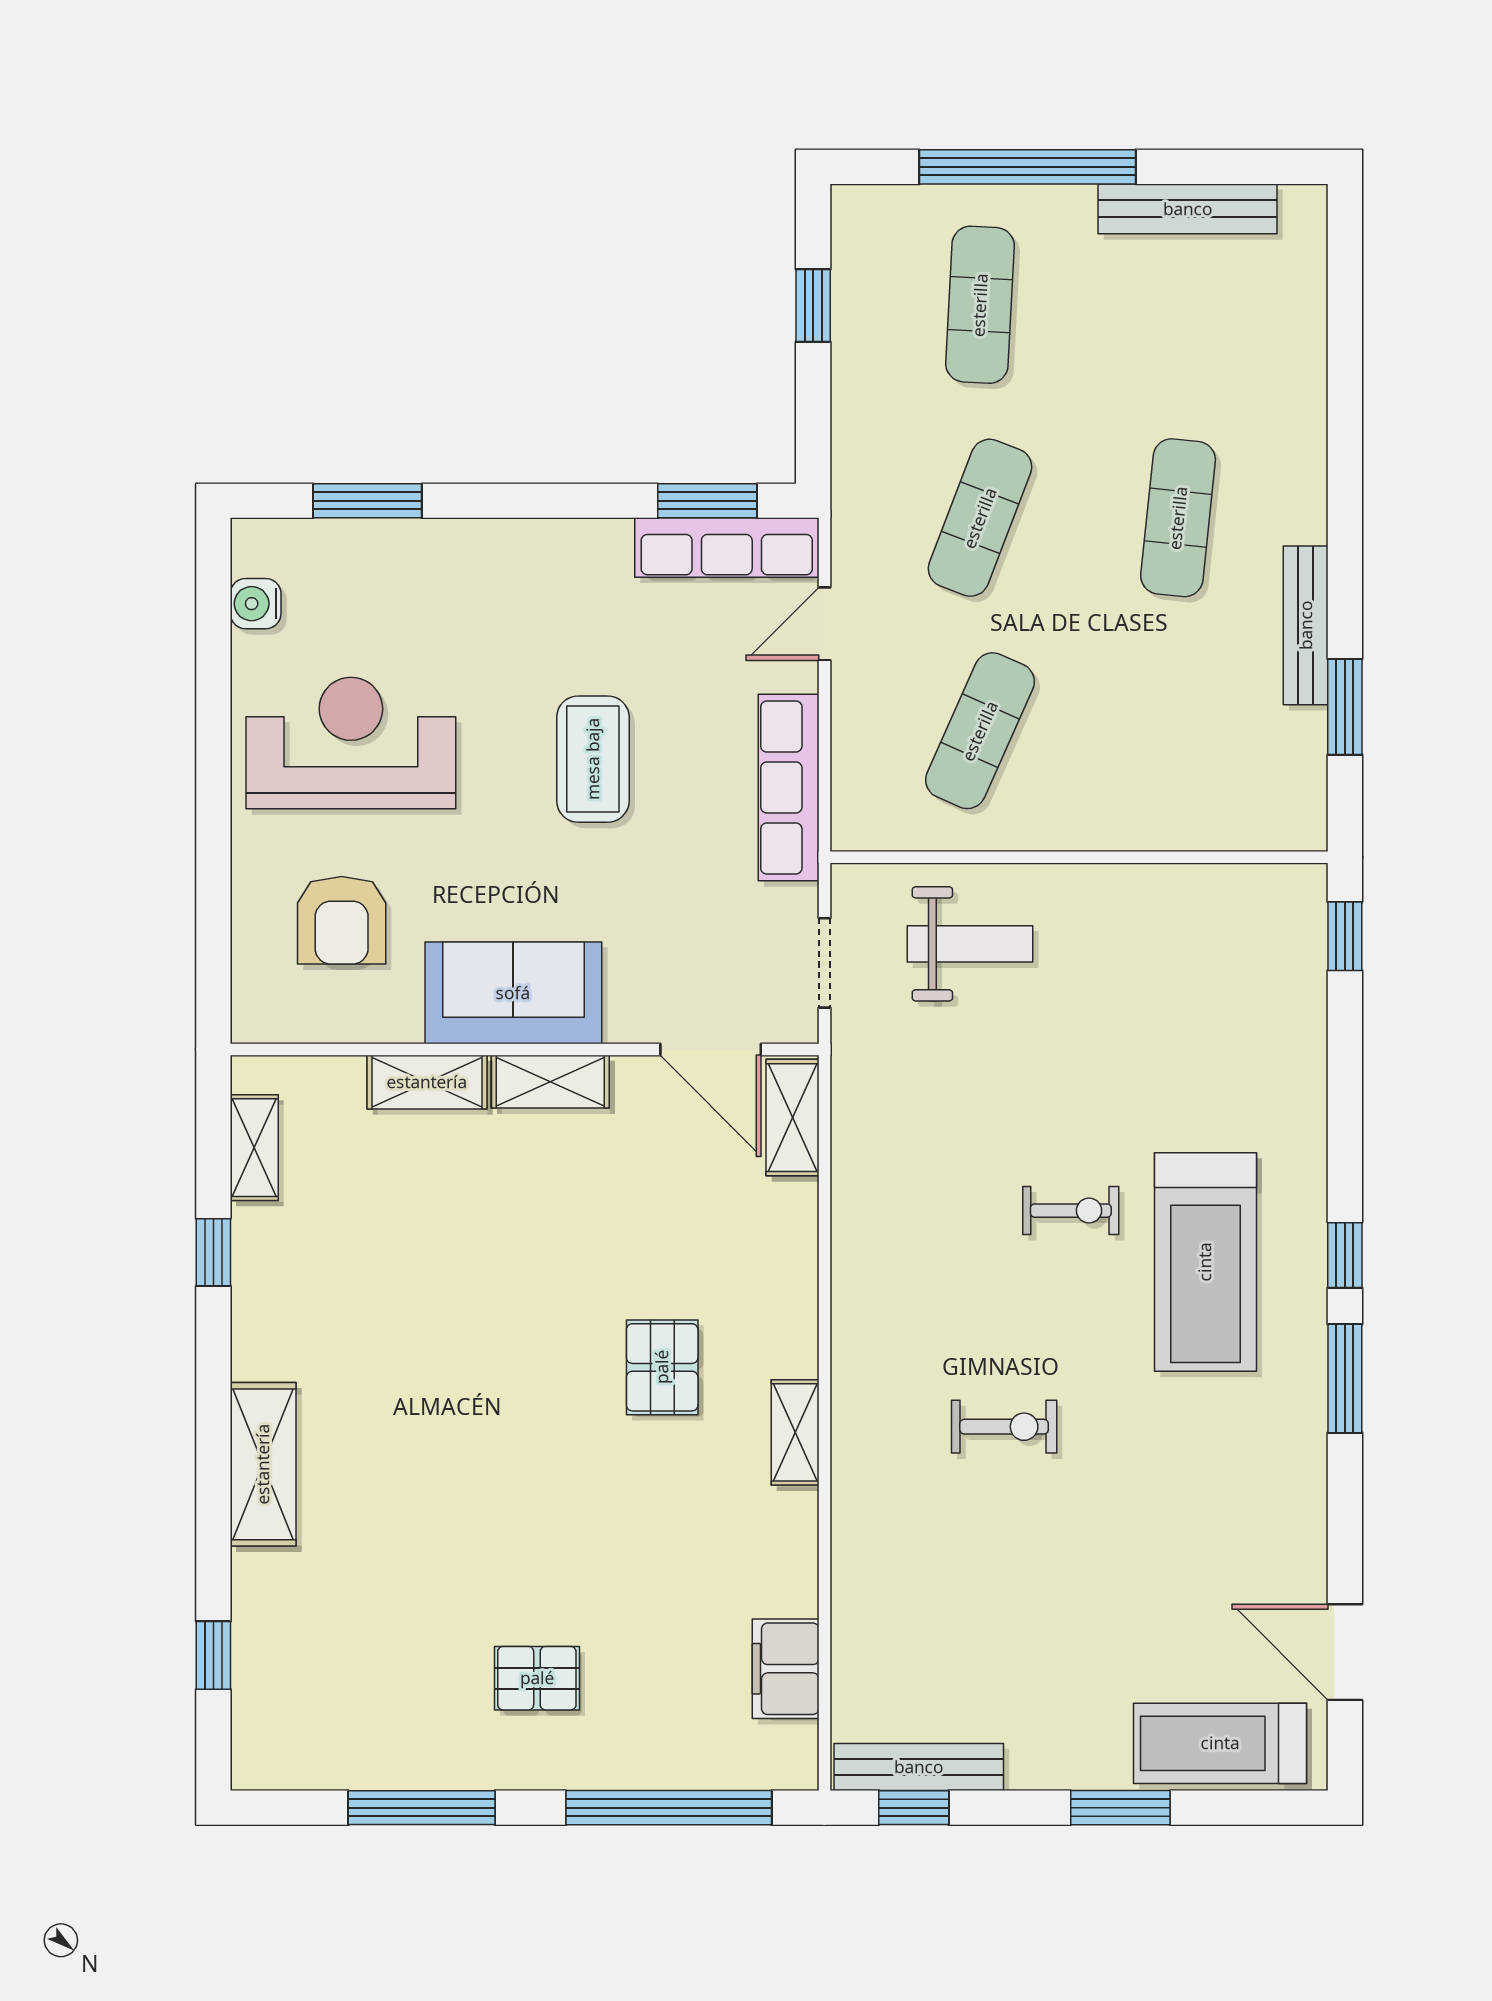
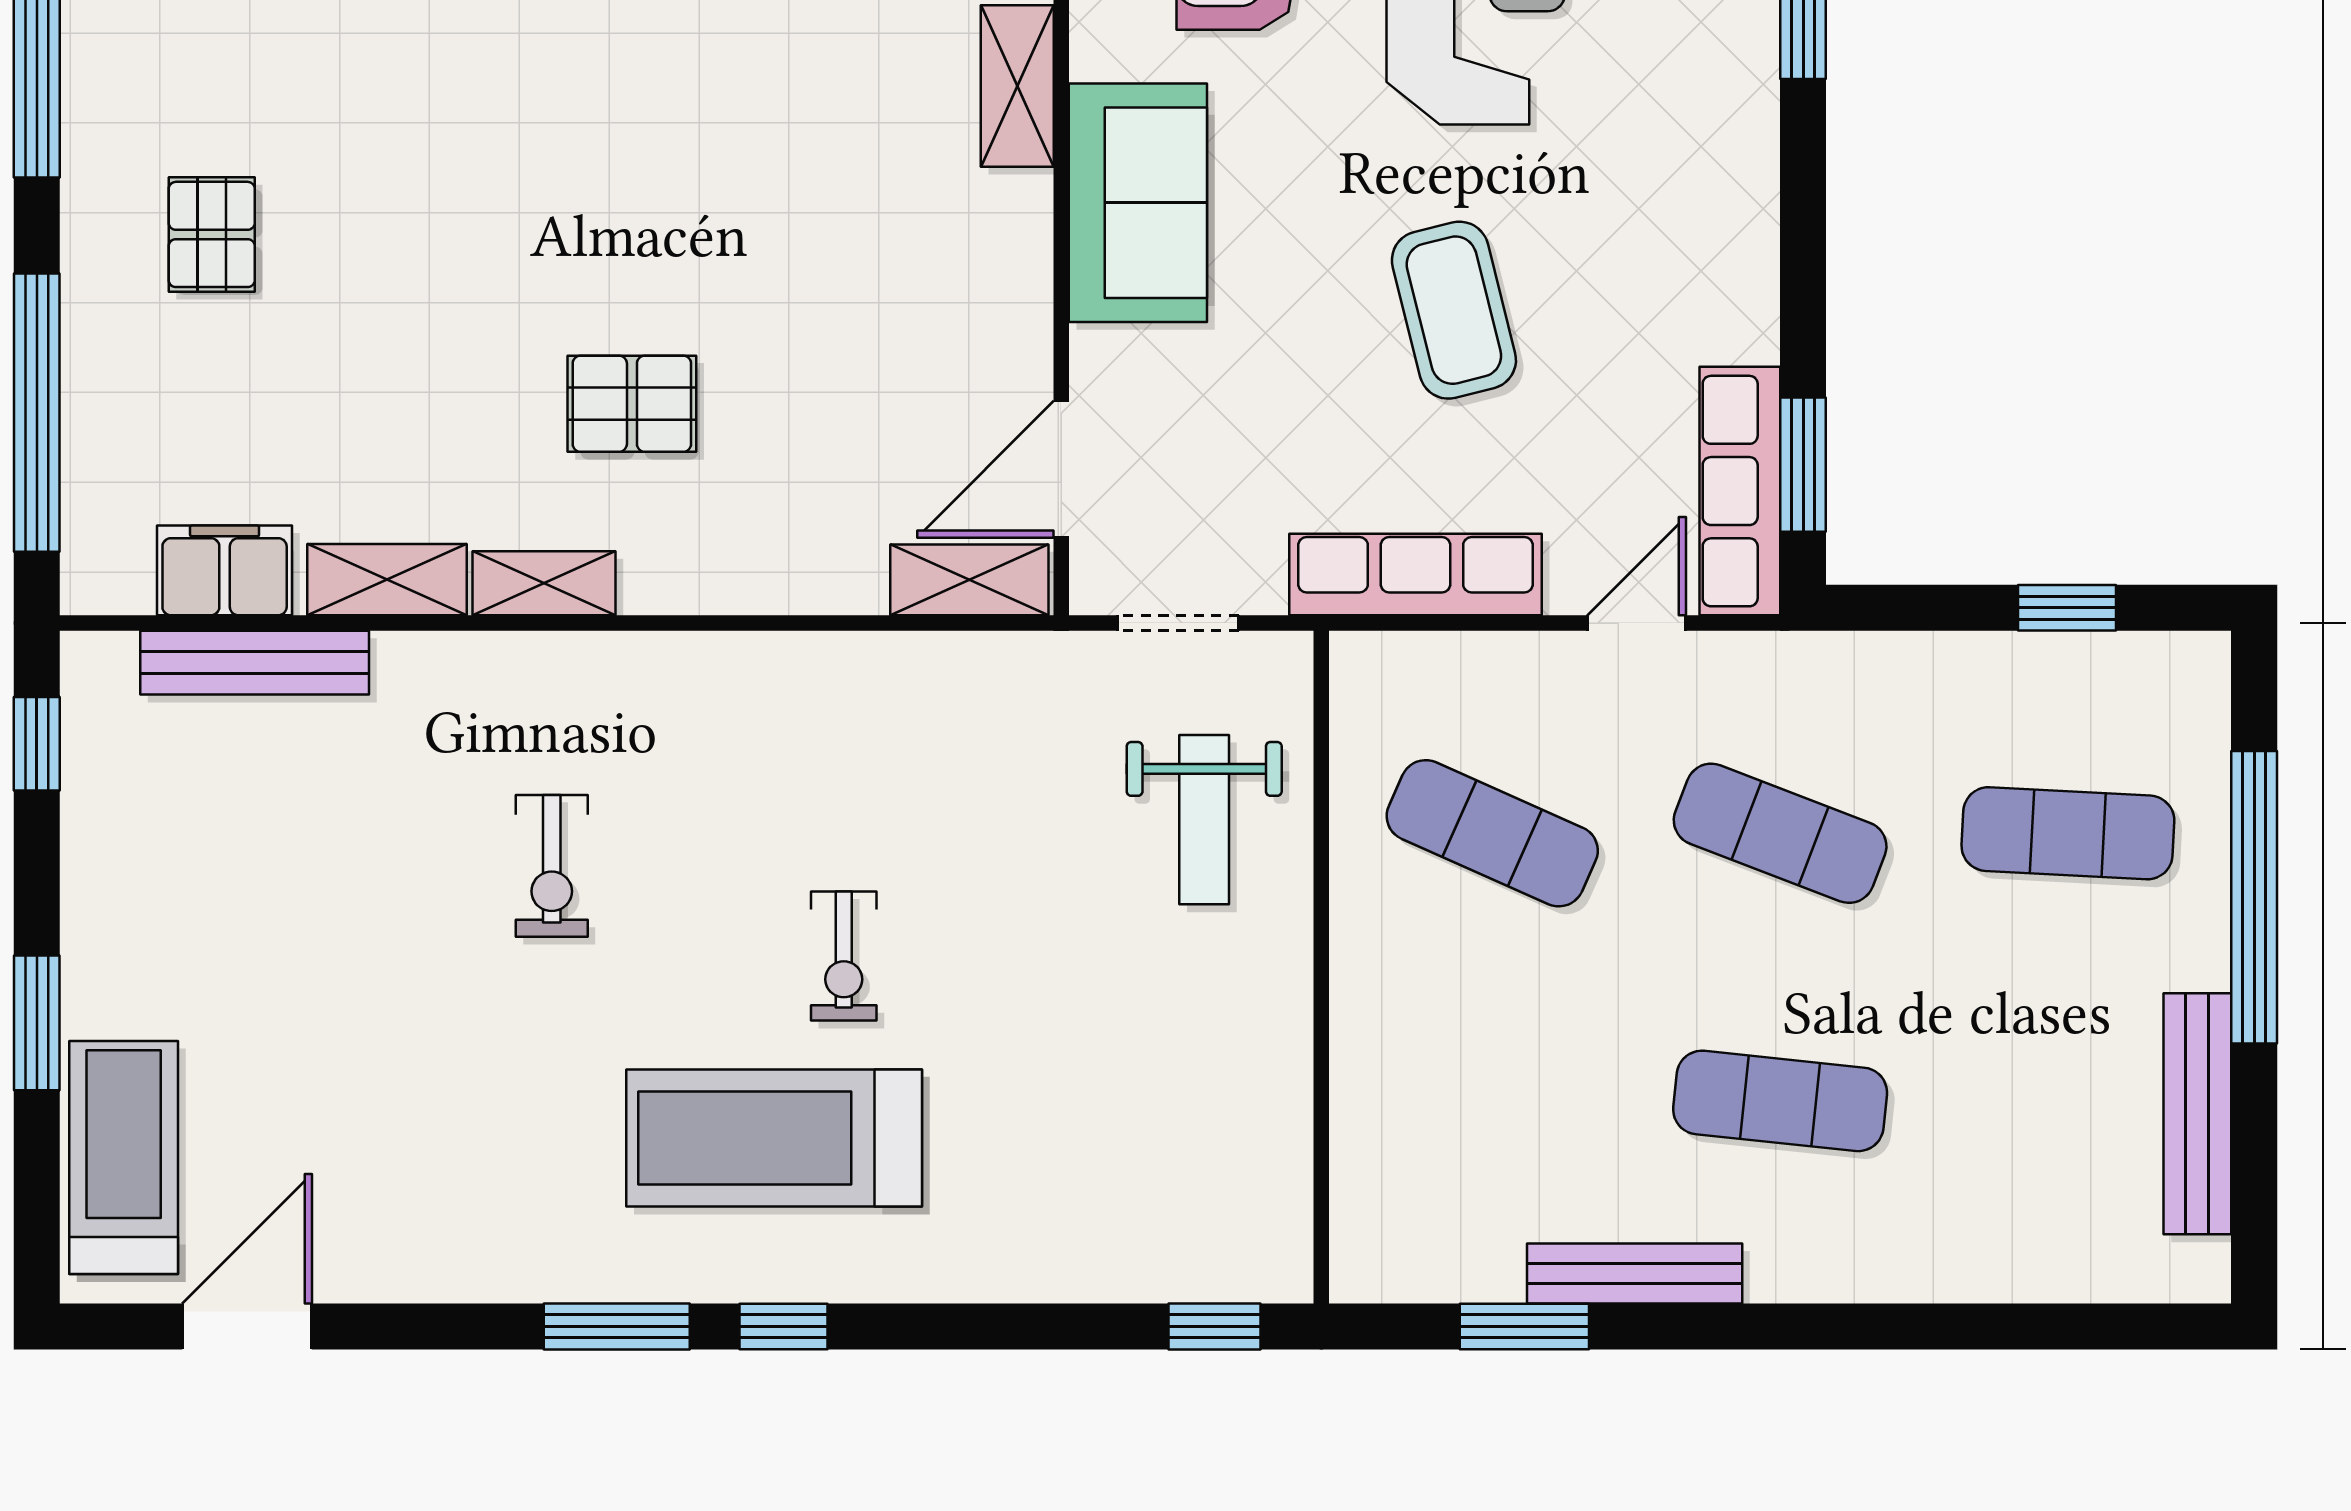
door: (824, 624) -> (1637, 623), hinge flipped
coffee table: (593, 759) -> (1454, 310), turned 76
shelving: (550, 1082) -> (387, 580), moved, turned 90
bench: (919, 1767) -> (255, 663), moved, turned 90

